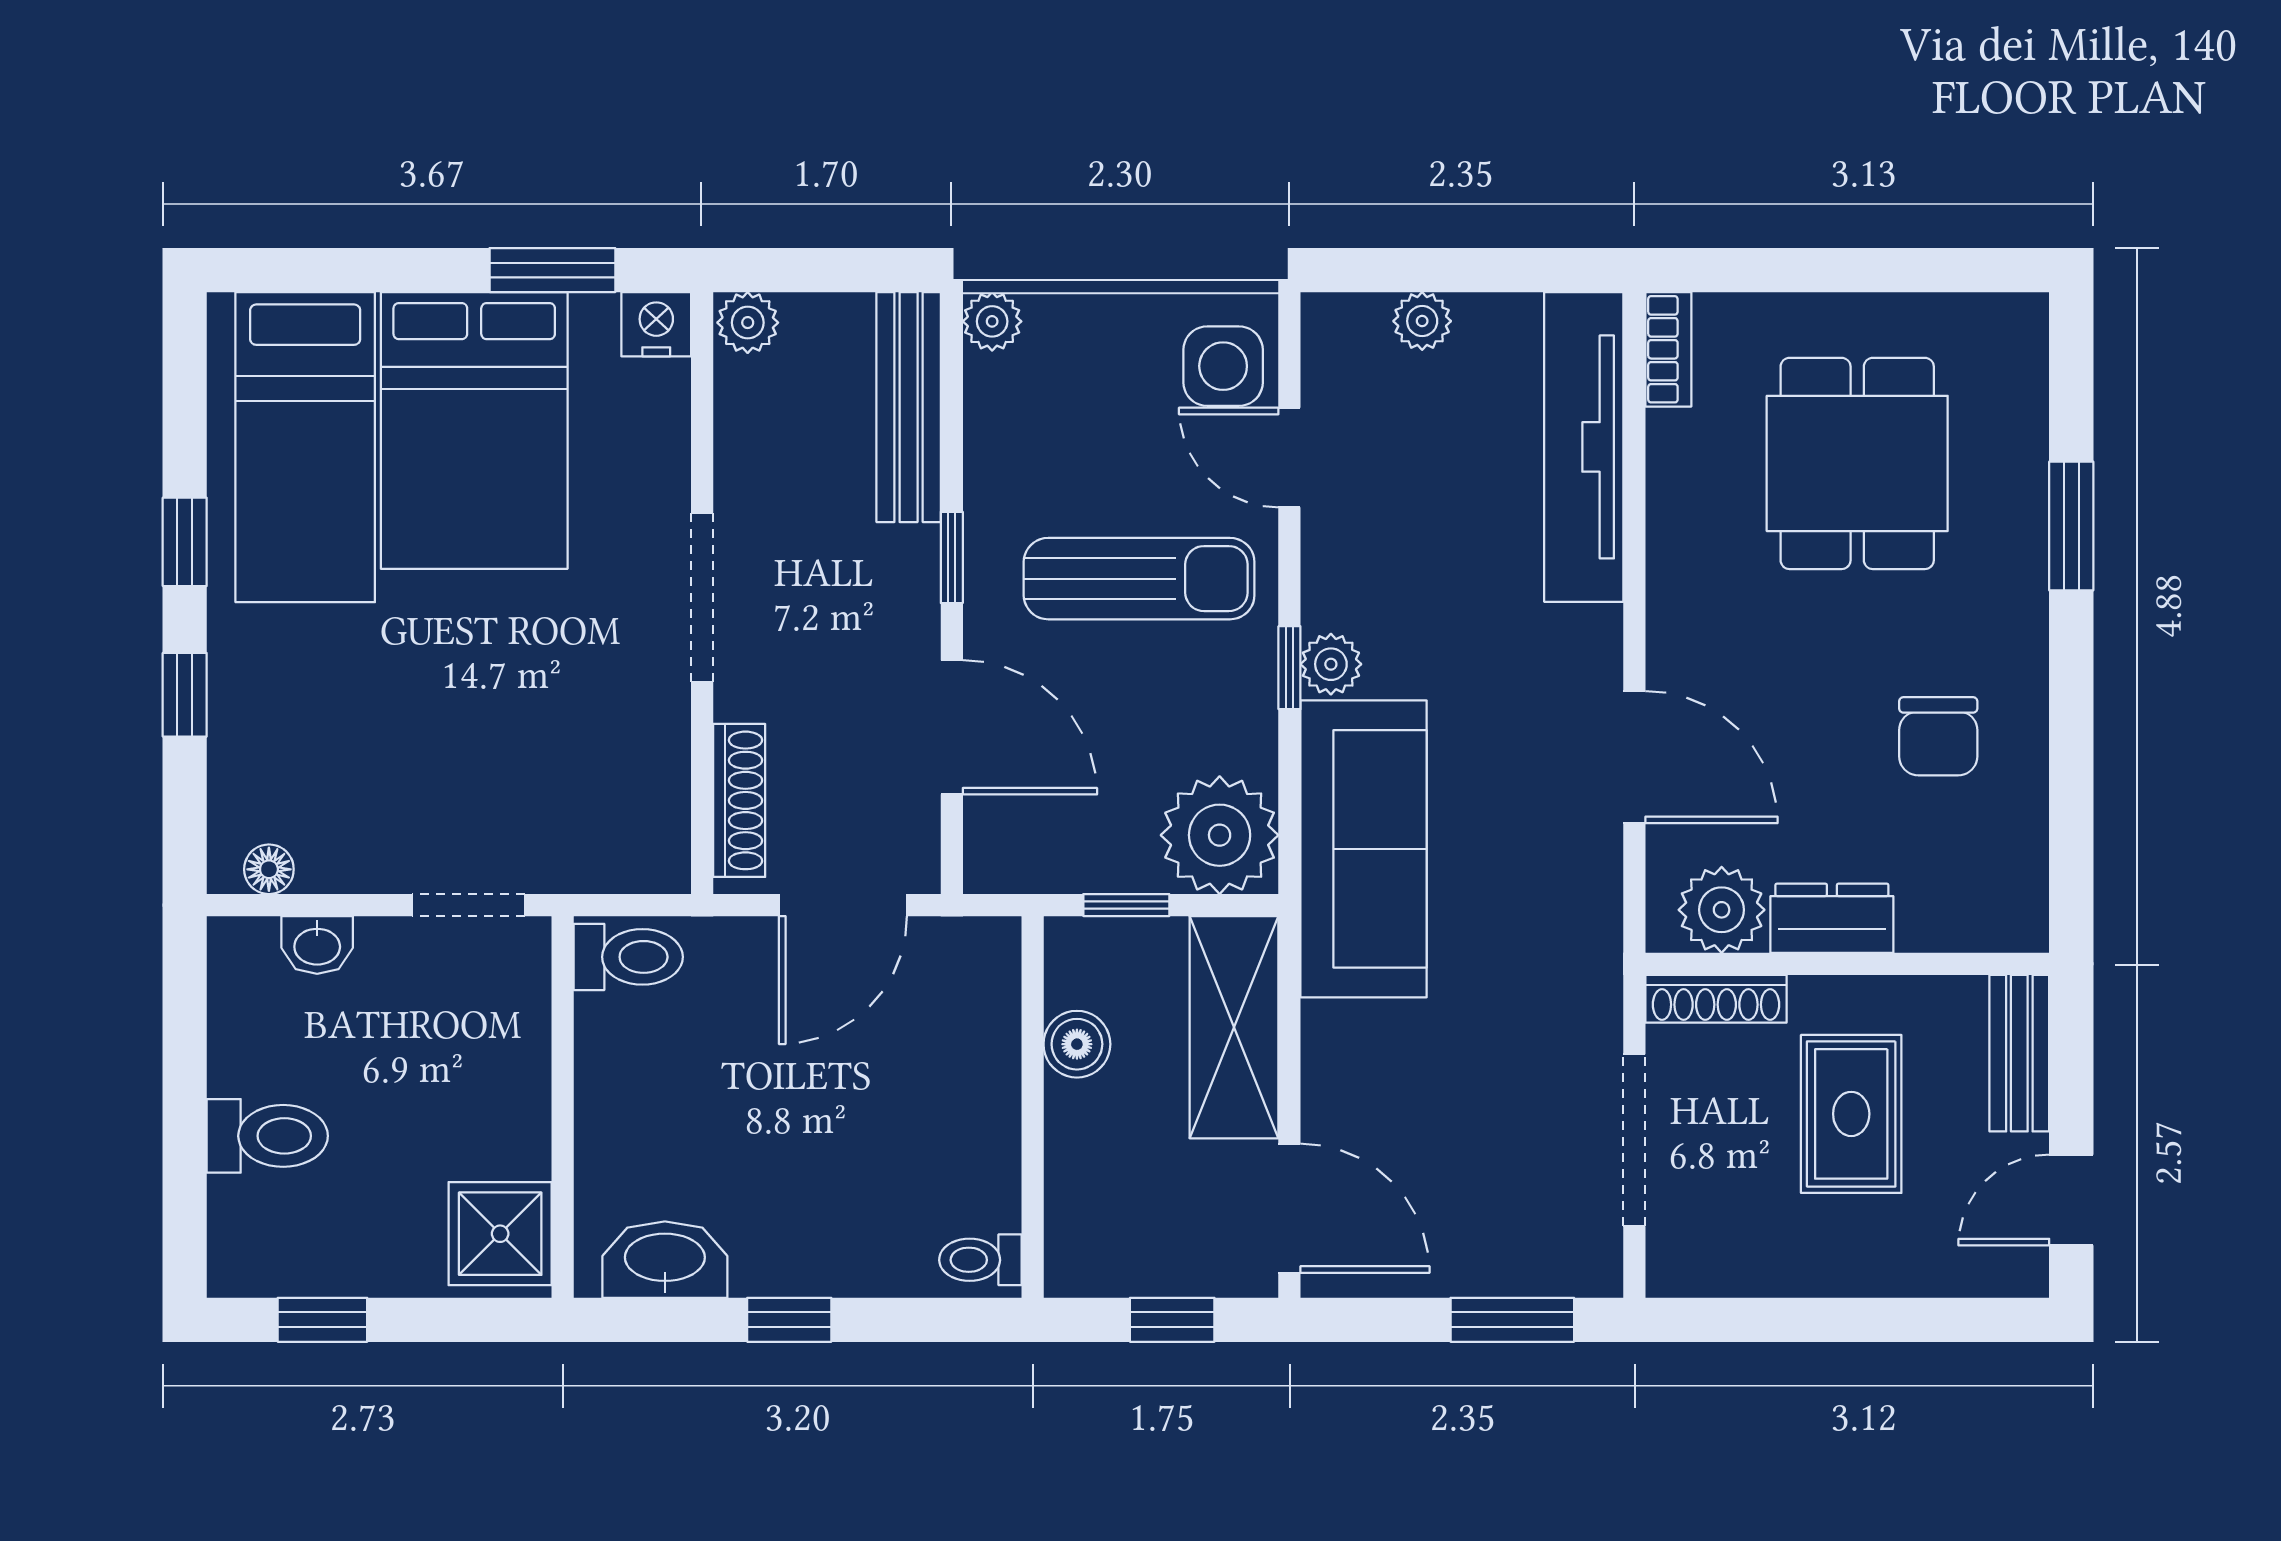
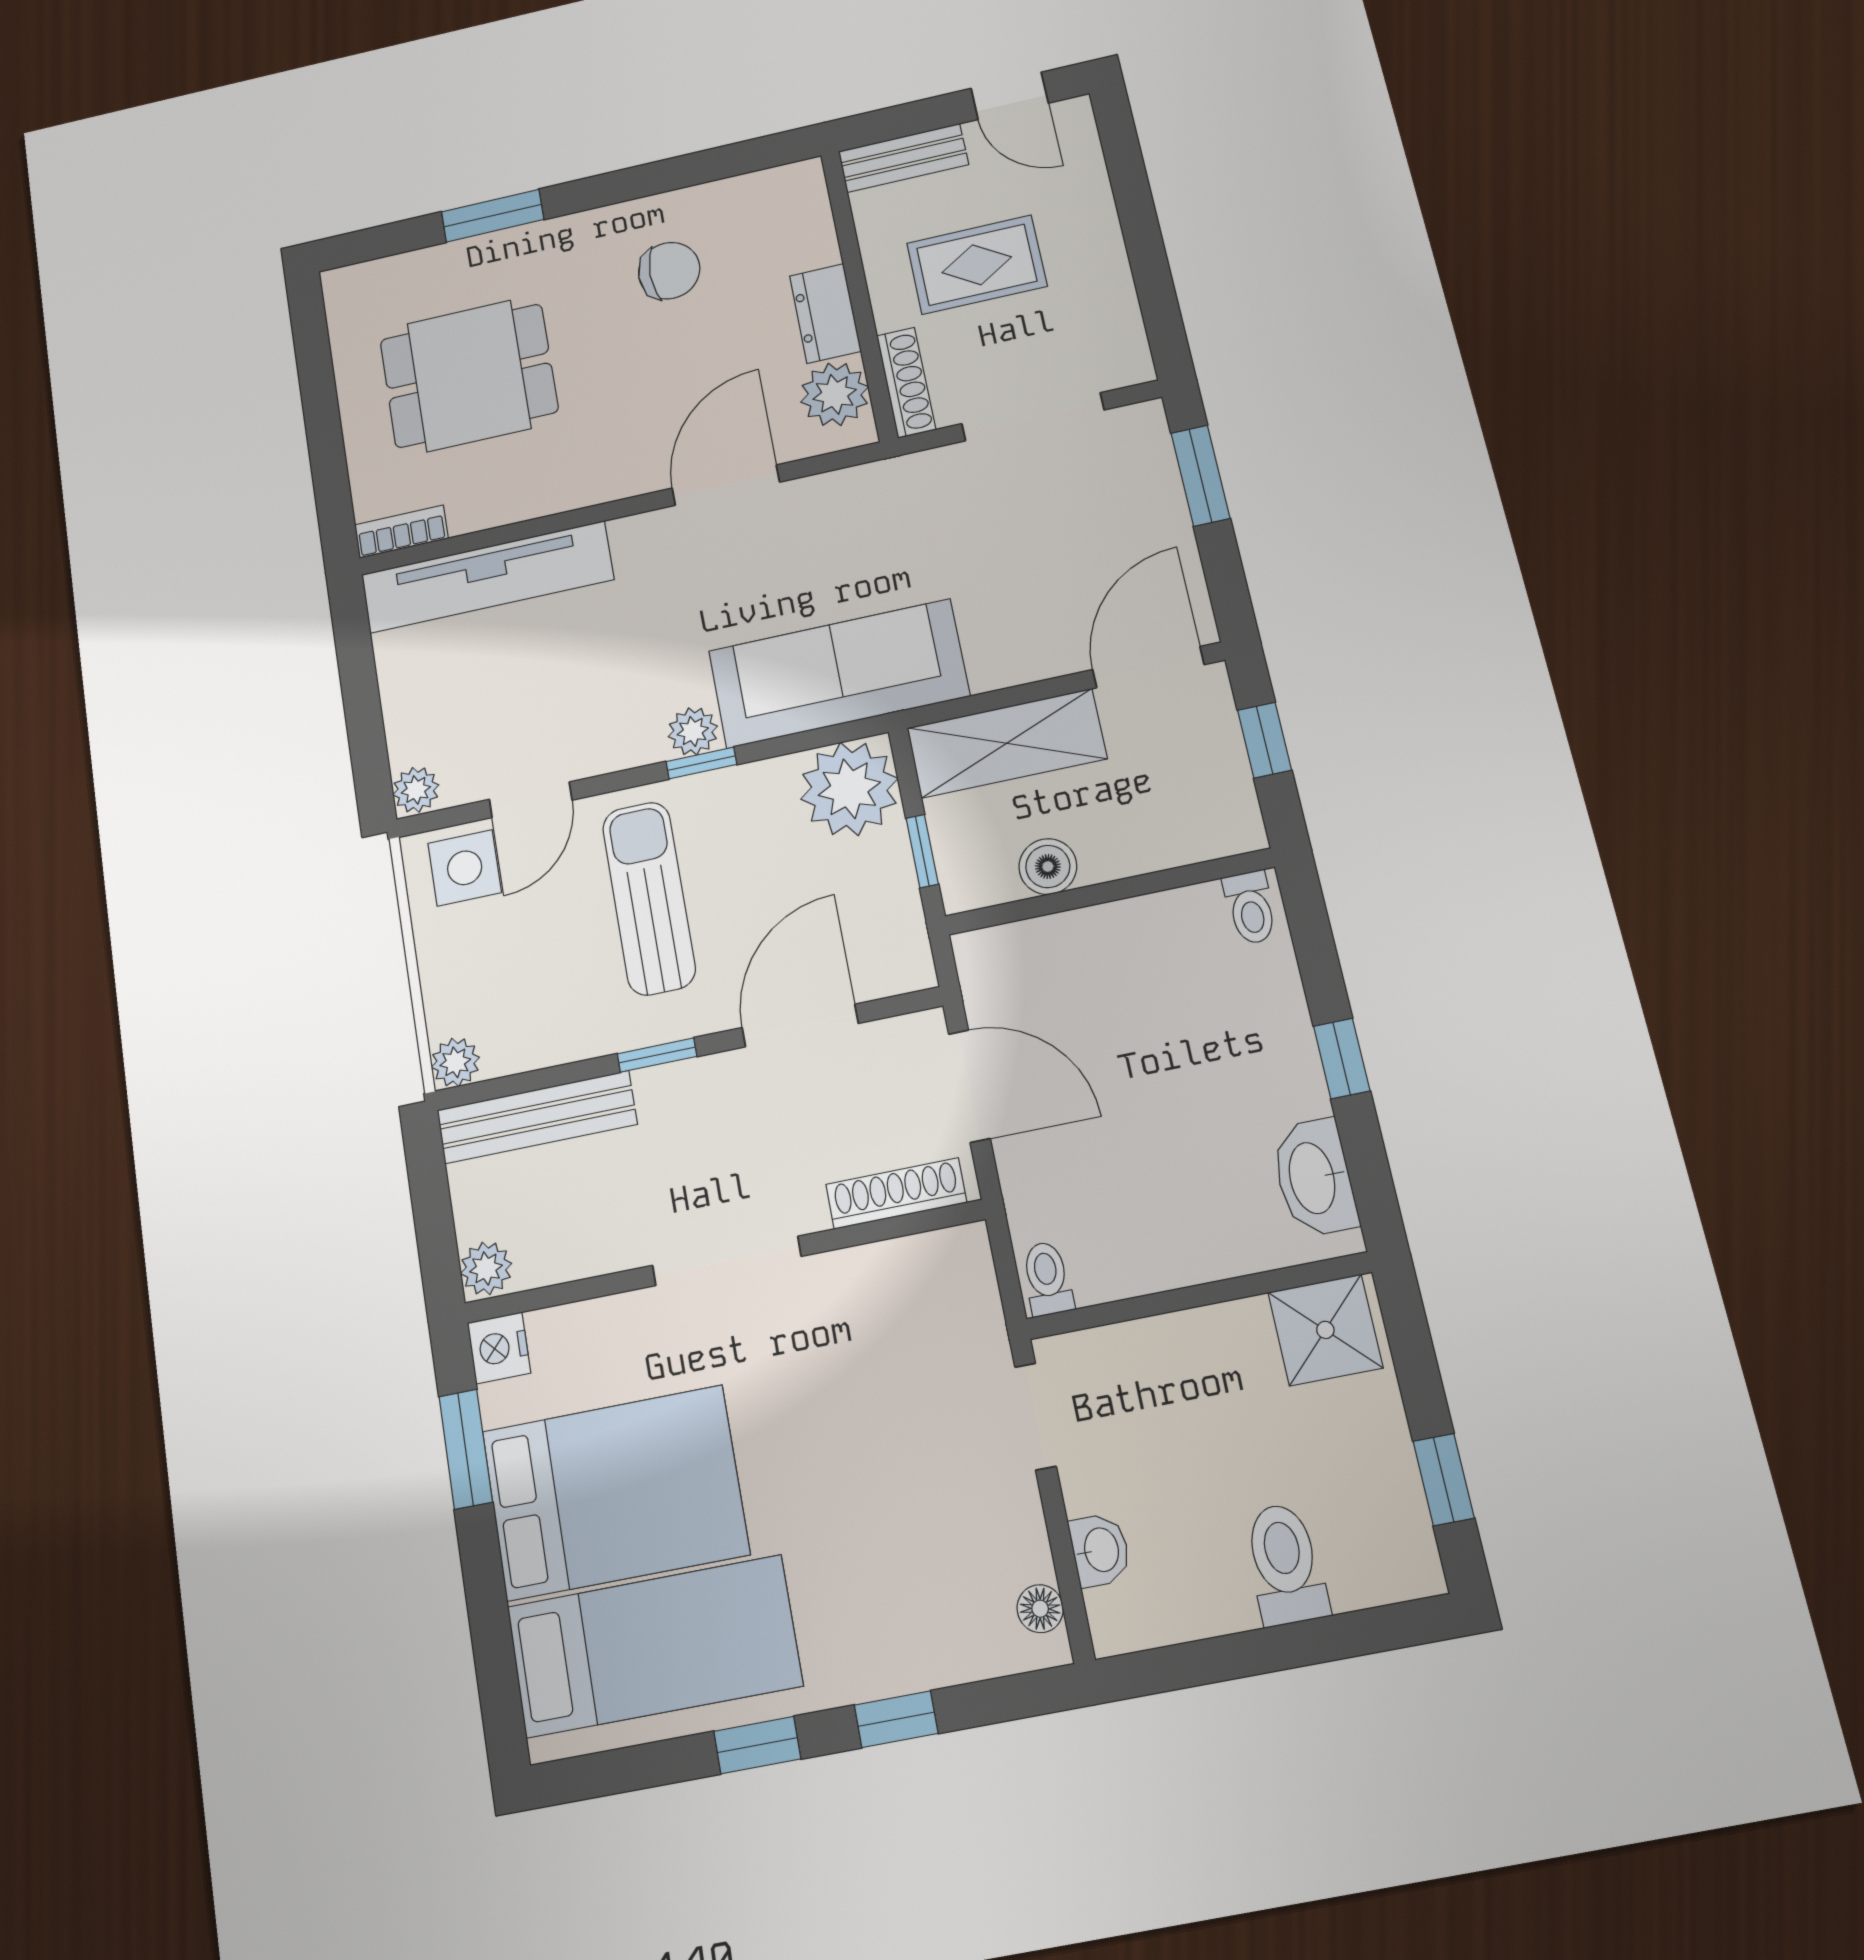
plant: (1422, 321) -> (416, 790), moved
toilet: (628, 957) -> (1047, 1279), width x0.73, depth x0.72

